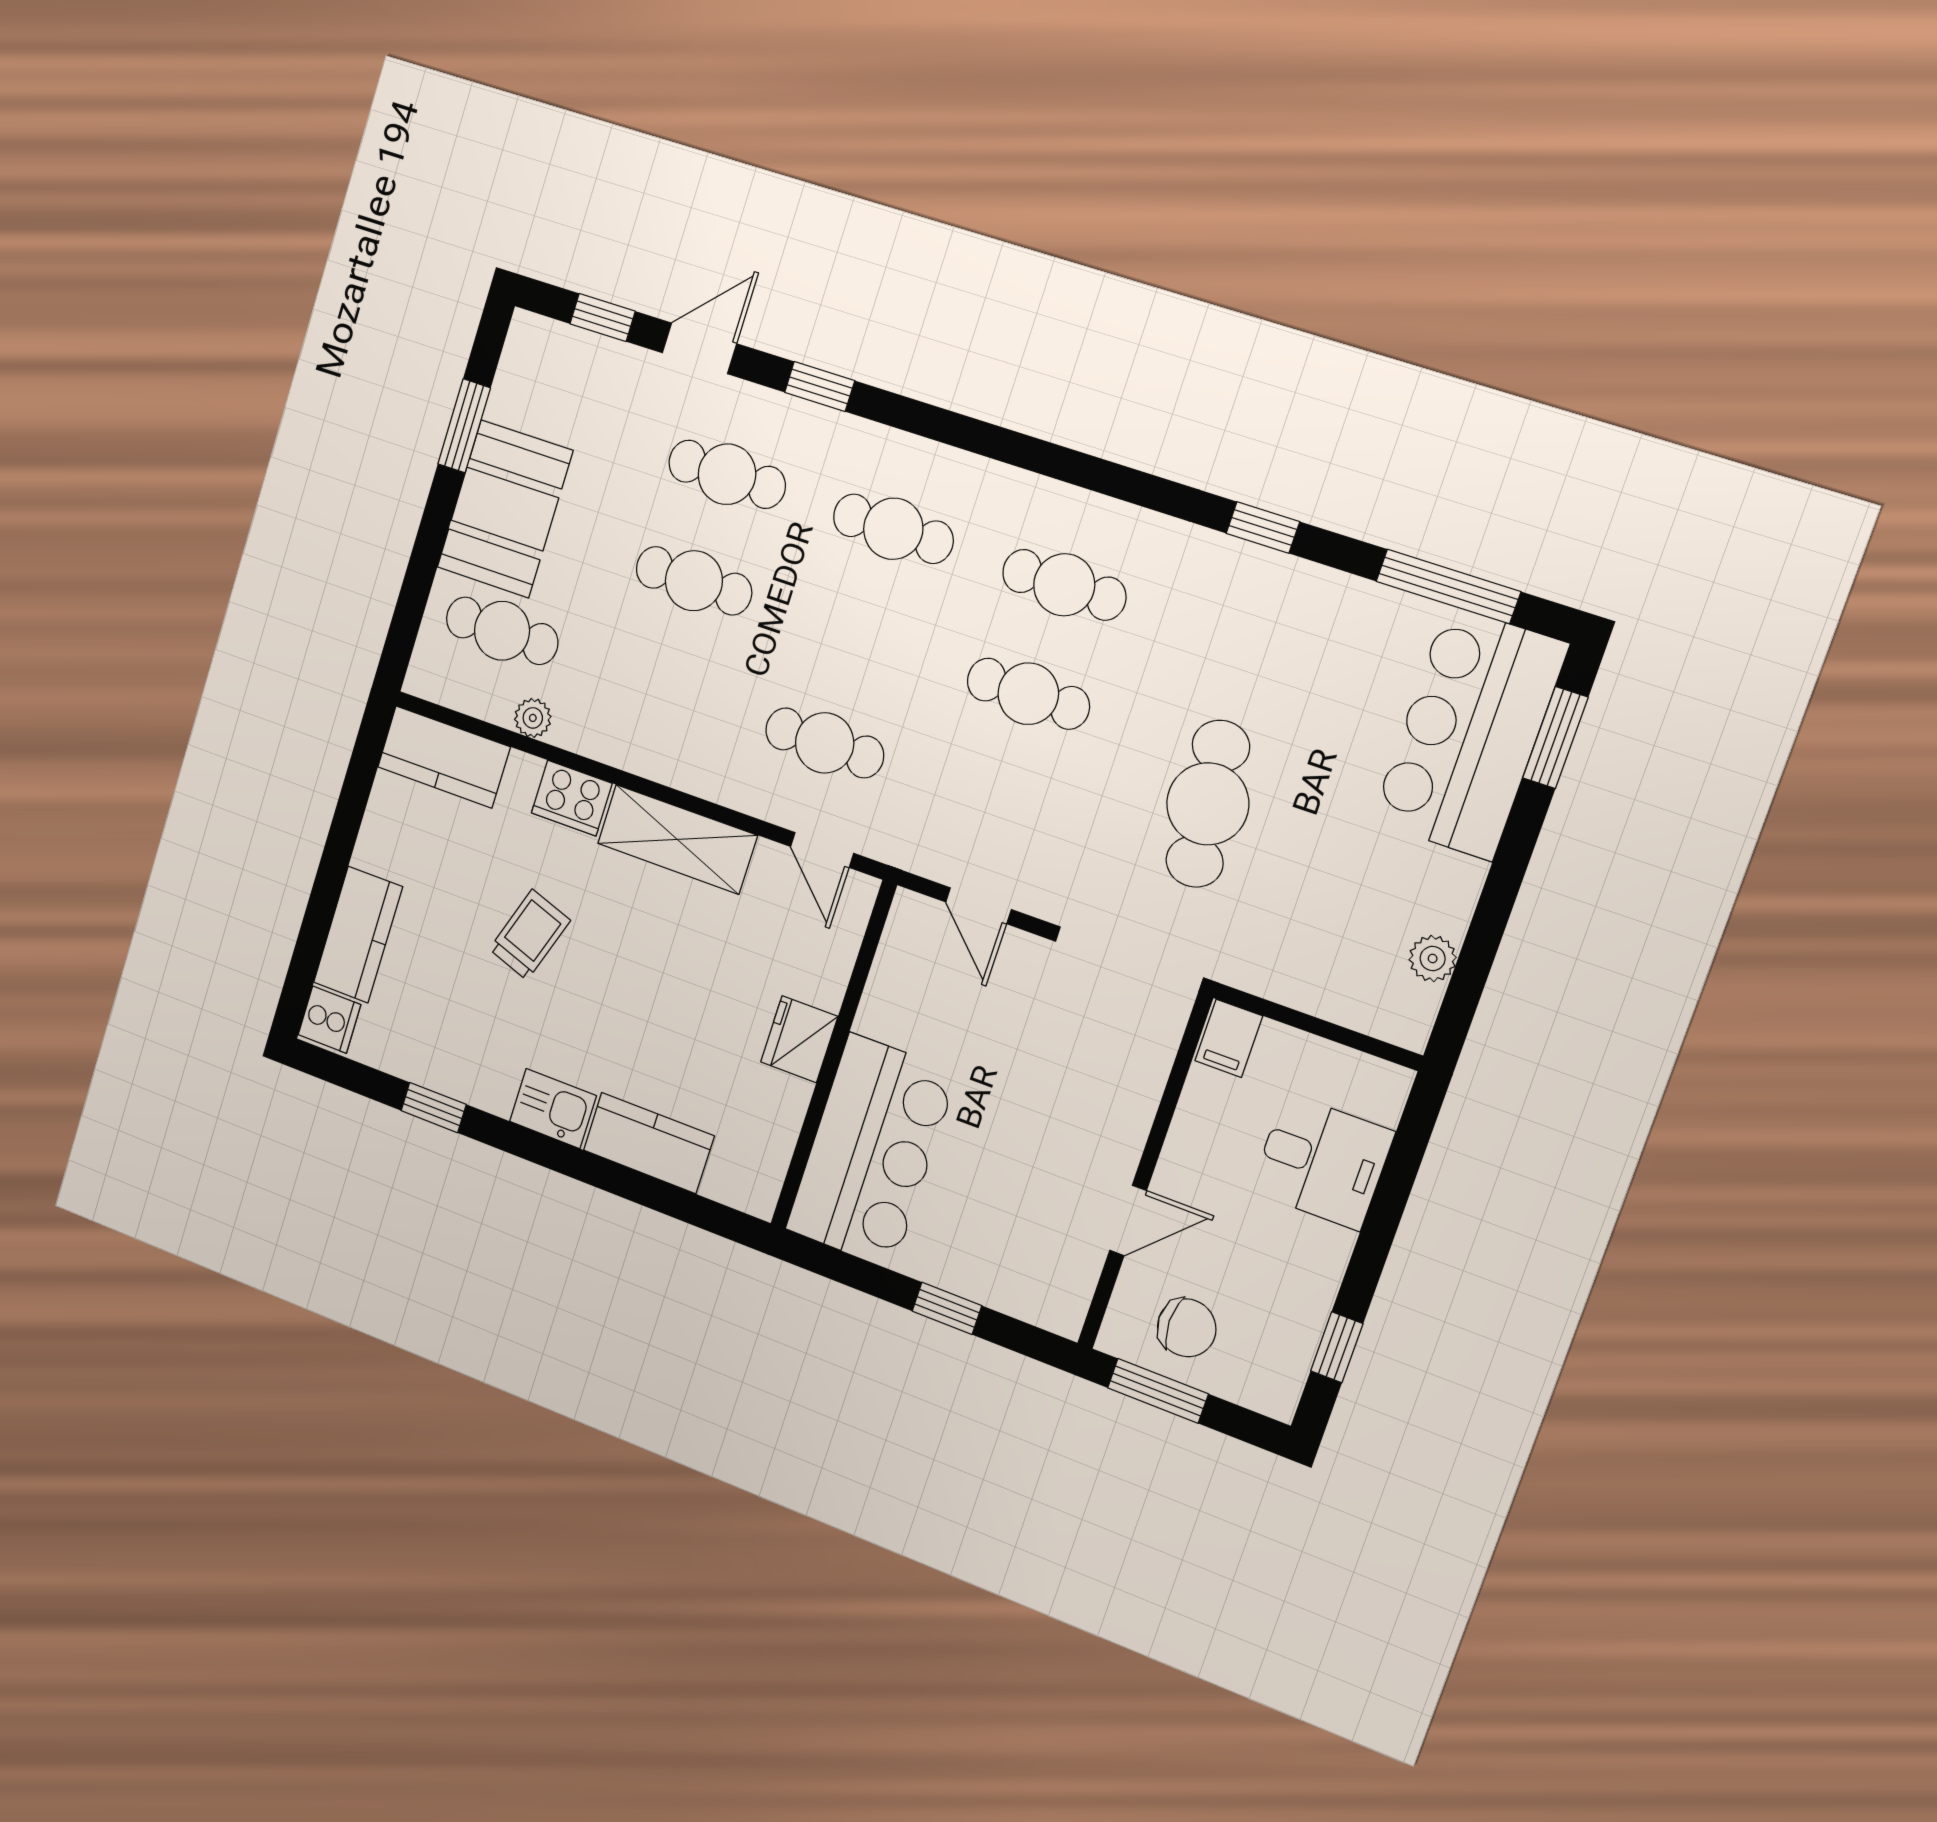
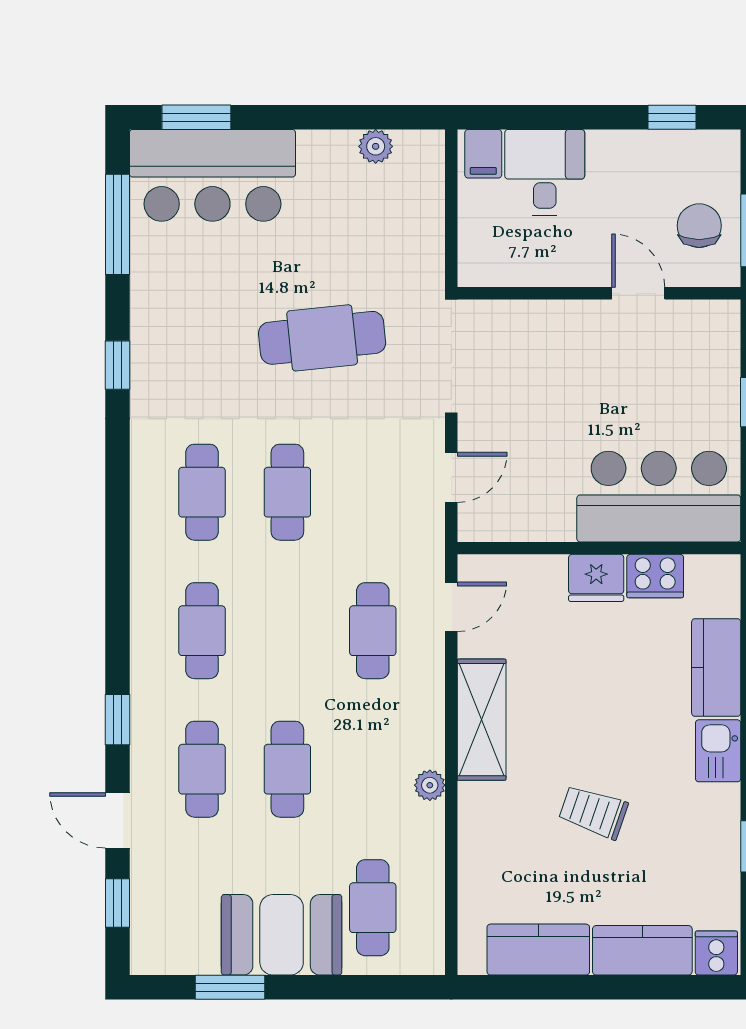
plant: (533, 718) -> (430, 785), moved
kitchen counter: (444, 757) -> (538, 950), moved, turned -90
cooker: (572, 798) -> (655, 576), moved, turned 90
filing cabinet: (1229, 1038) -> (483, 154), moved, turned 90

